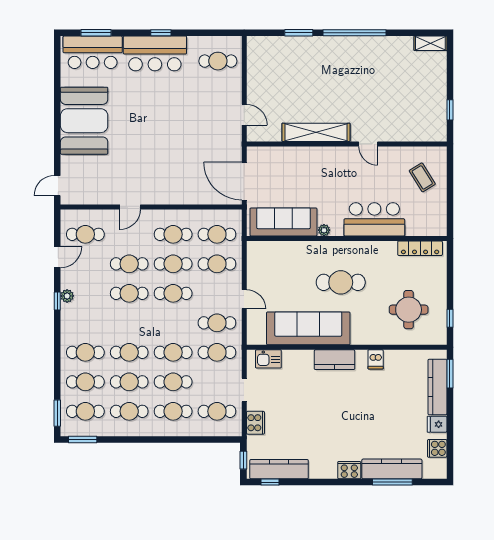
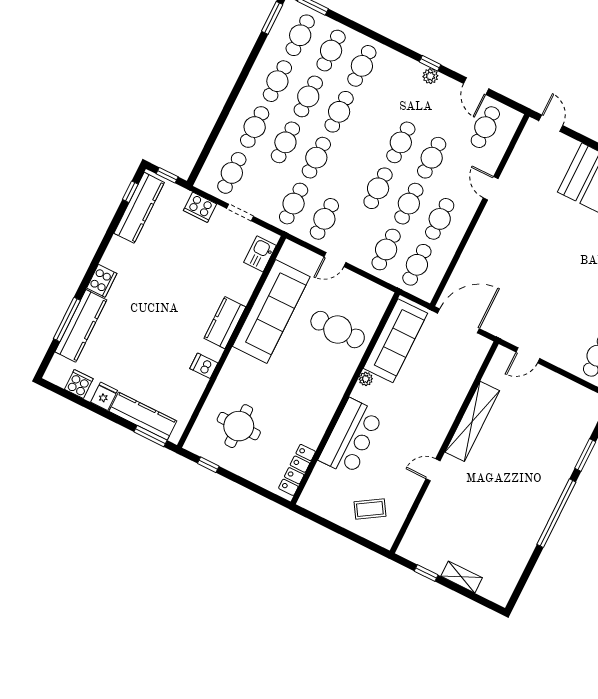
shelving: (430, 43) -> (462, 577), moved, turned 90
cafe table: (341, 282) -> (338, 330), moved, turned 90

